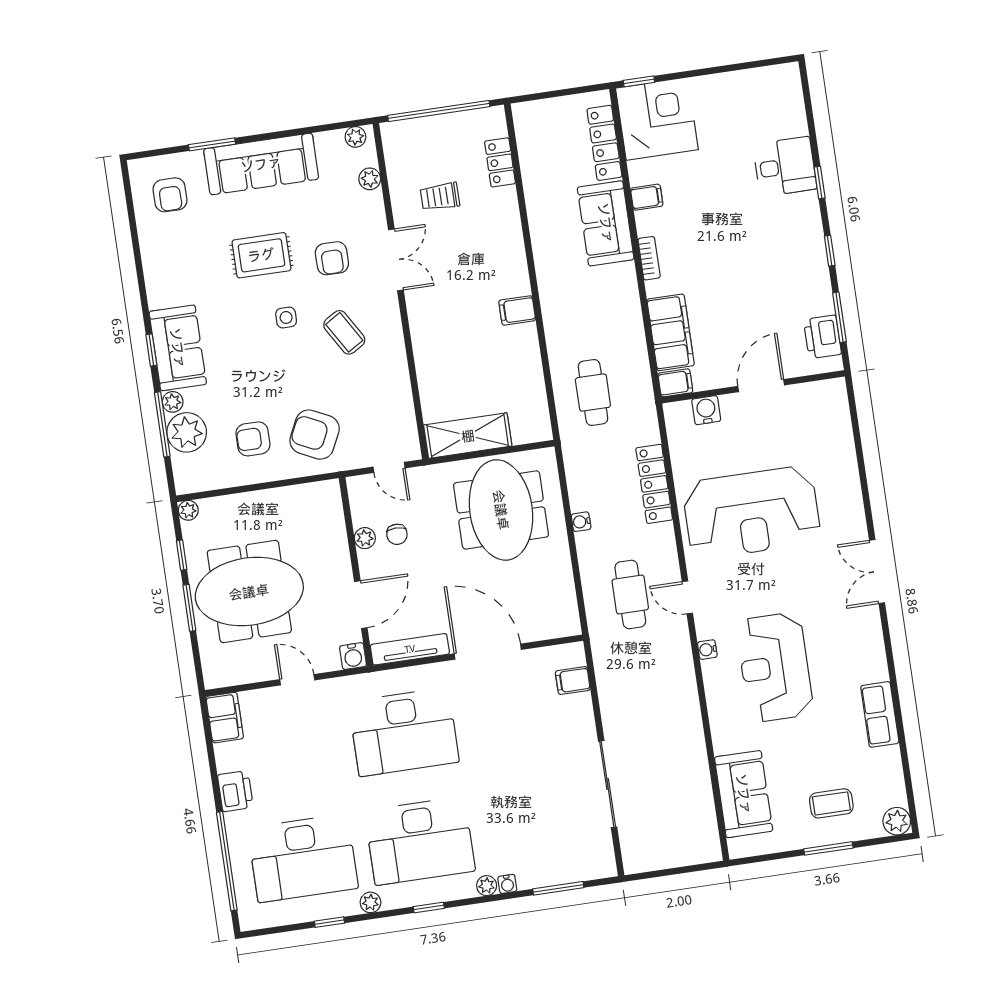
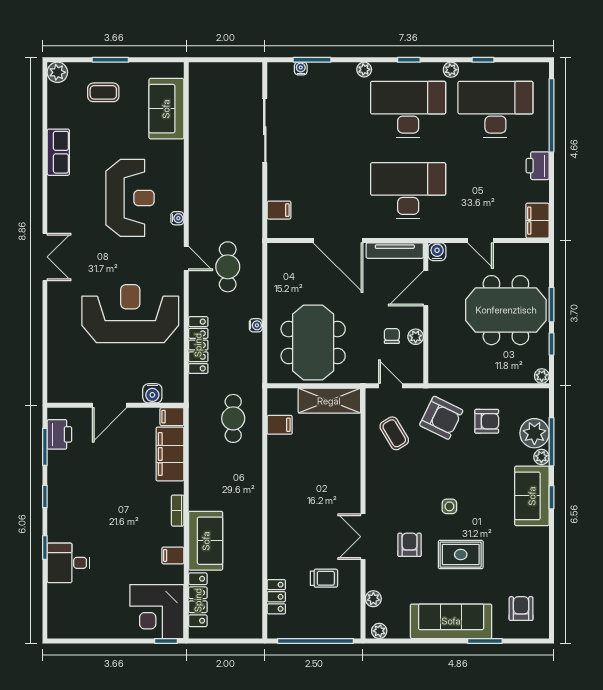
filing cabinet: (517, 310) -> (280, 425), moved
coffee table: (344, 332) -> (394, 433), moved
water cooler: (507, 884) -> (301, 69), moved

